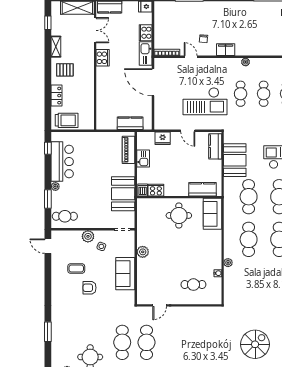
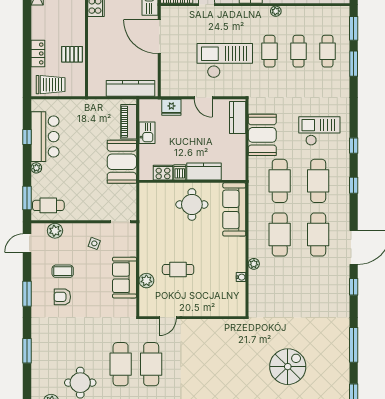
pallet: (65, 70) -> (72, 54), moved
checkout: (205, 101) -> (225, 61), turned 180
kitchen counter: (130, 123) -> (131, 88), width x1.50
window: (48, 148) -> (27, 137), moved
kitchen counter: (202, 189) -> (204, 171), moved
dishwasher: (143, 190) -> (180, 172), moved
booth: (123, 194) -> (122, 162), moved
window: (48, 199) -> (27, 198), moved
sofa: (213, 214) -> (234, 209), width x1.36
plant: (88, 236) -> (55, 231), moved
door: (48, 246) -> (27, 243), hinge flipped
plant: (143, 252) -> (146, 281), moved
cafe table: (193, 285) -> (178, 269), moved
window: (48, 286) -> (27, 294), added
armchair: (90, 288) -> (62, 297), moved

